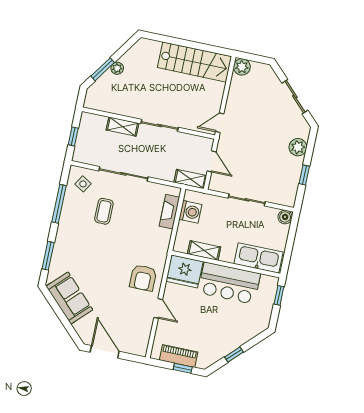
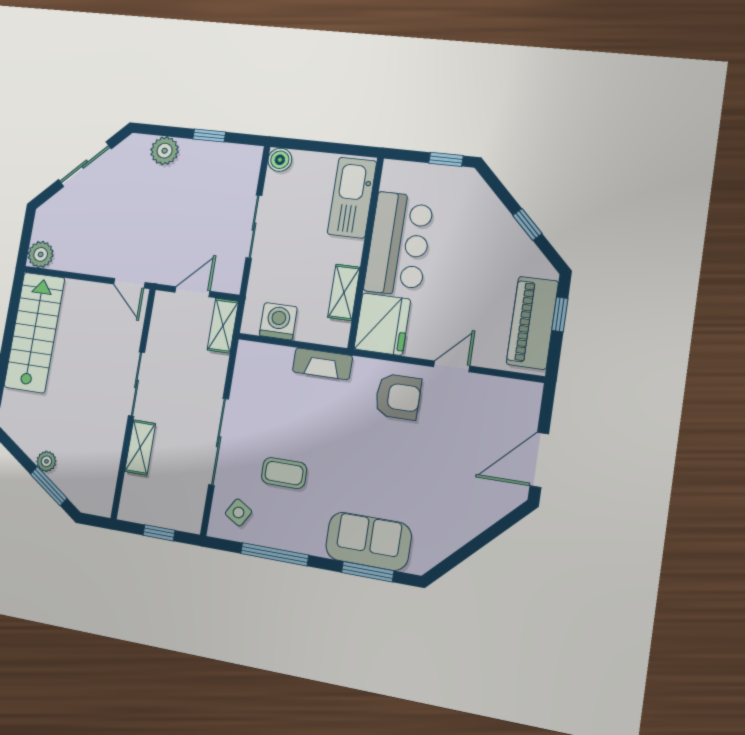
fireplace: (169, 212) -> (322, 364), moved
window: (279, 295) -> (446, 159), moved
sofa: (69, 298) -> (368, 541), moved, turned 45
piano: (179, 356) -> (532, 323), width x1.37, depth x1.33

